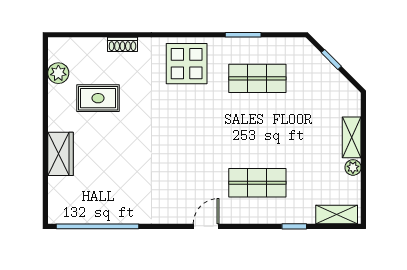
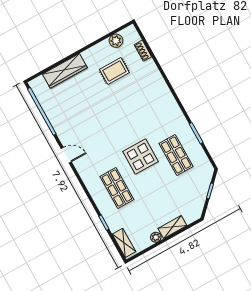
shoe rack: (122, 44) -> (143, 51), moved
display table: (187, 64) -> (141, 157), moved
rug: (98, 98) -> (114, 71), turned 90
wardrobe: (60, 154) -> (65, 71), width x1.50
door: (206, 226) -> (66, 155), moved

